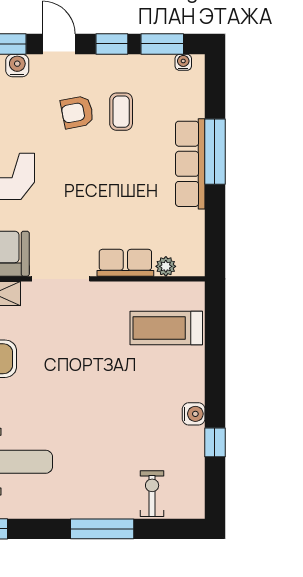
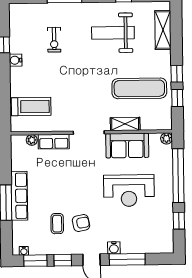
exercise bike: (152, 494) -> (54, 40), moved

